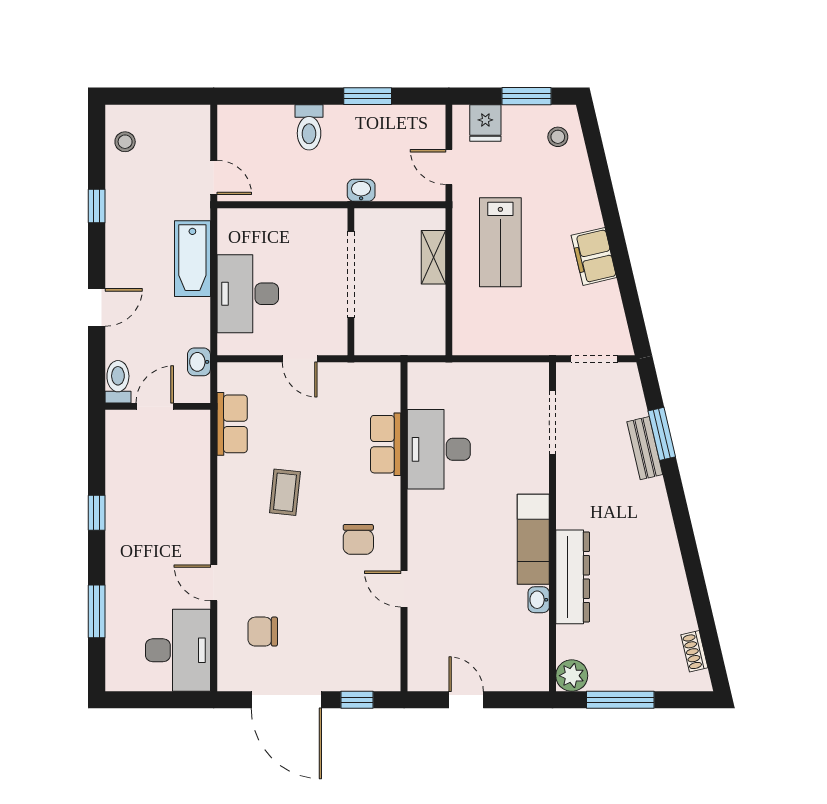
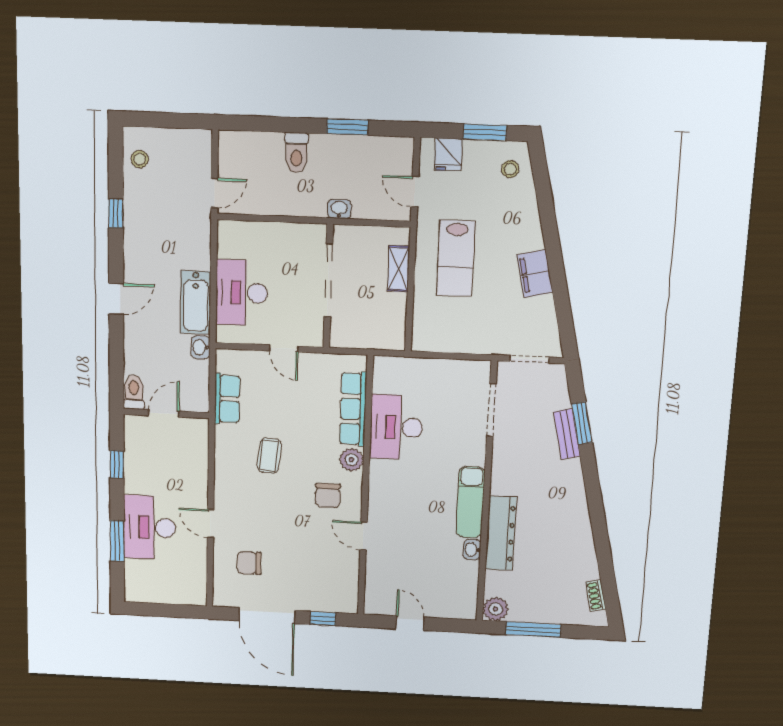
door: (214, 177) -> (214, 193), hinge flipped
bathtub: (192, 259) -> (196, 302), moved
toilet: (118, 382) -> (134, 392), moved
door: (155, 406) -> (164, 413), moved
wall: (158, 406) -> (166, 413), moved
row of seats: (386, 444) -> (353, 409), width x1.48
plant: (386, 493) -> (352, 460), added
desk: (178, 650) -> (150, 527), moved, turned 180

